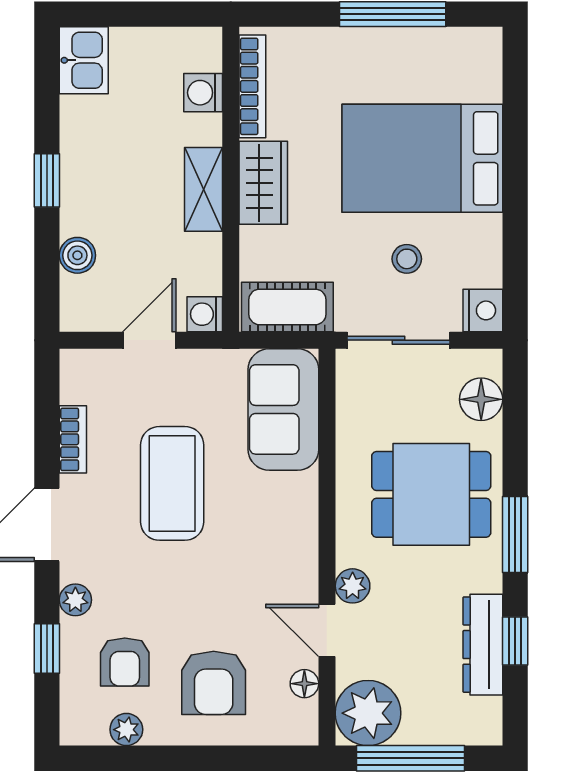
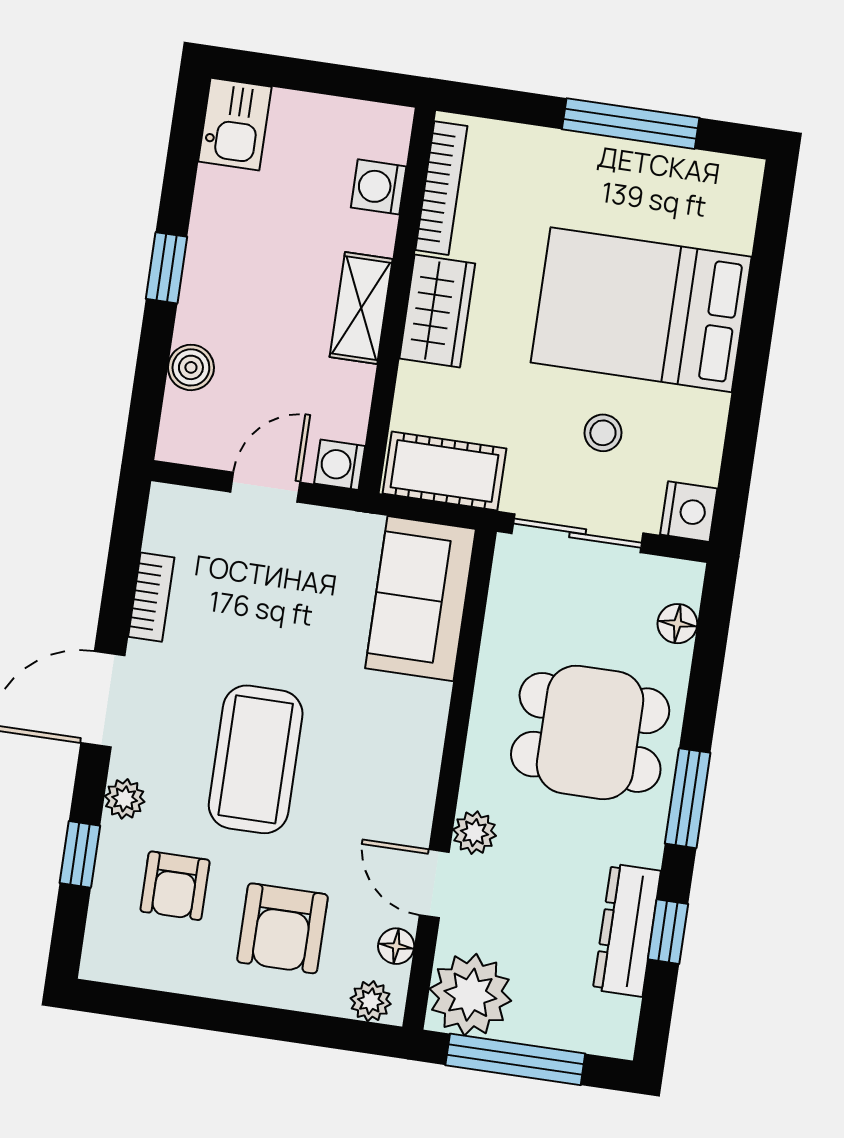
floor lamp: (481, 399) -> (677, 624), width x0.73, depth x0.73
coffee table: (172, 483) -> (256, 759), moved
plant: (126, 730) -> (371, 1001), moved

